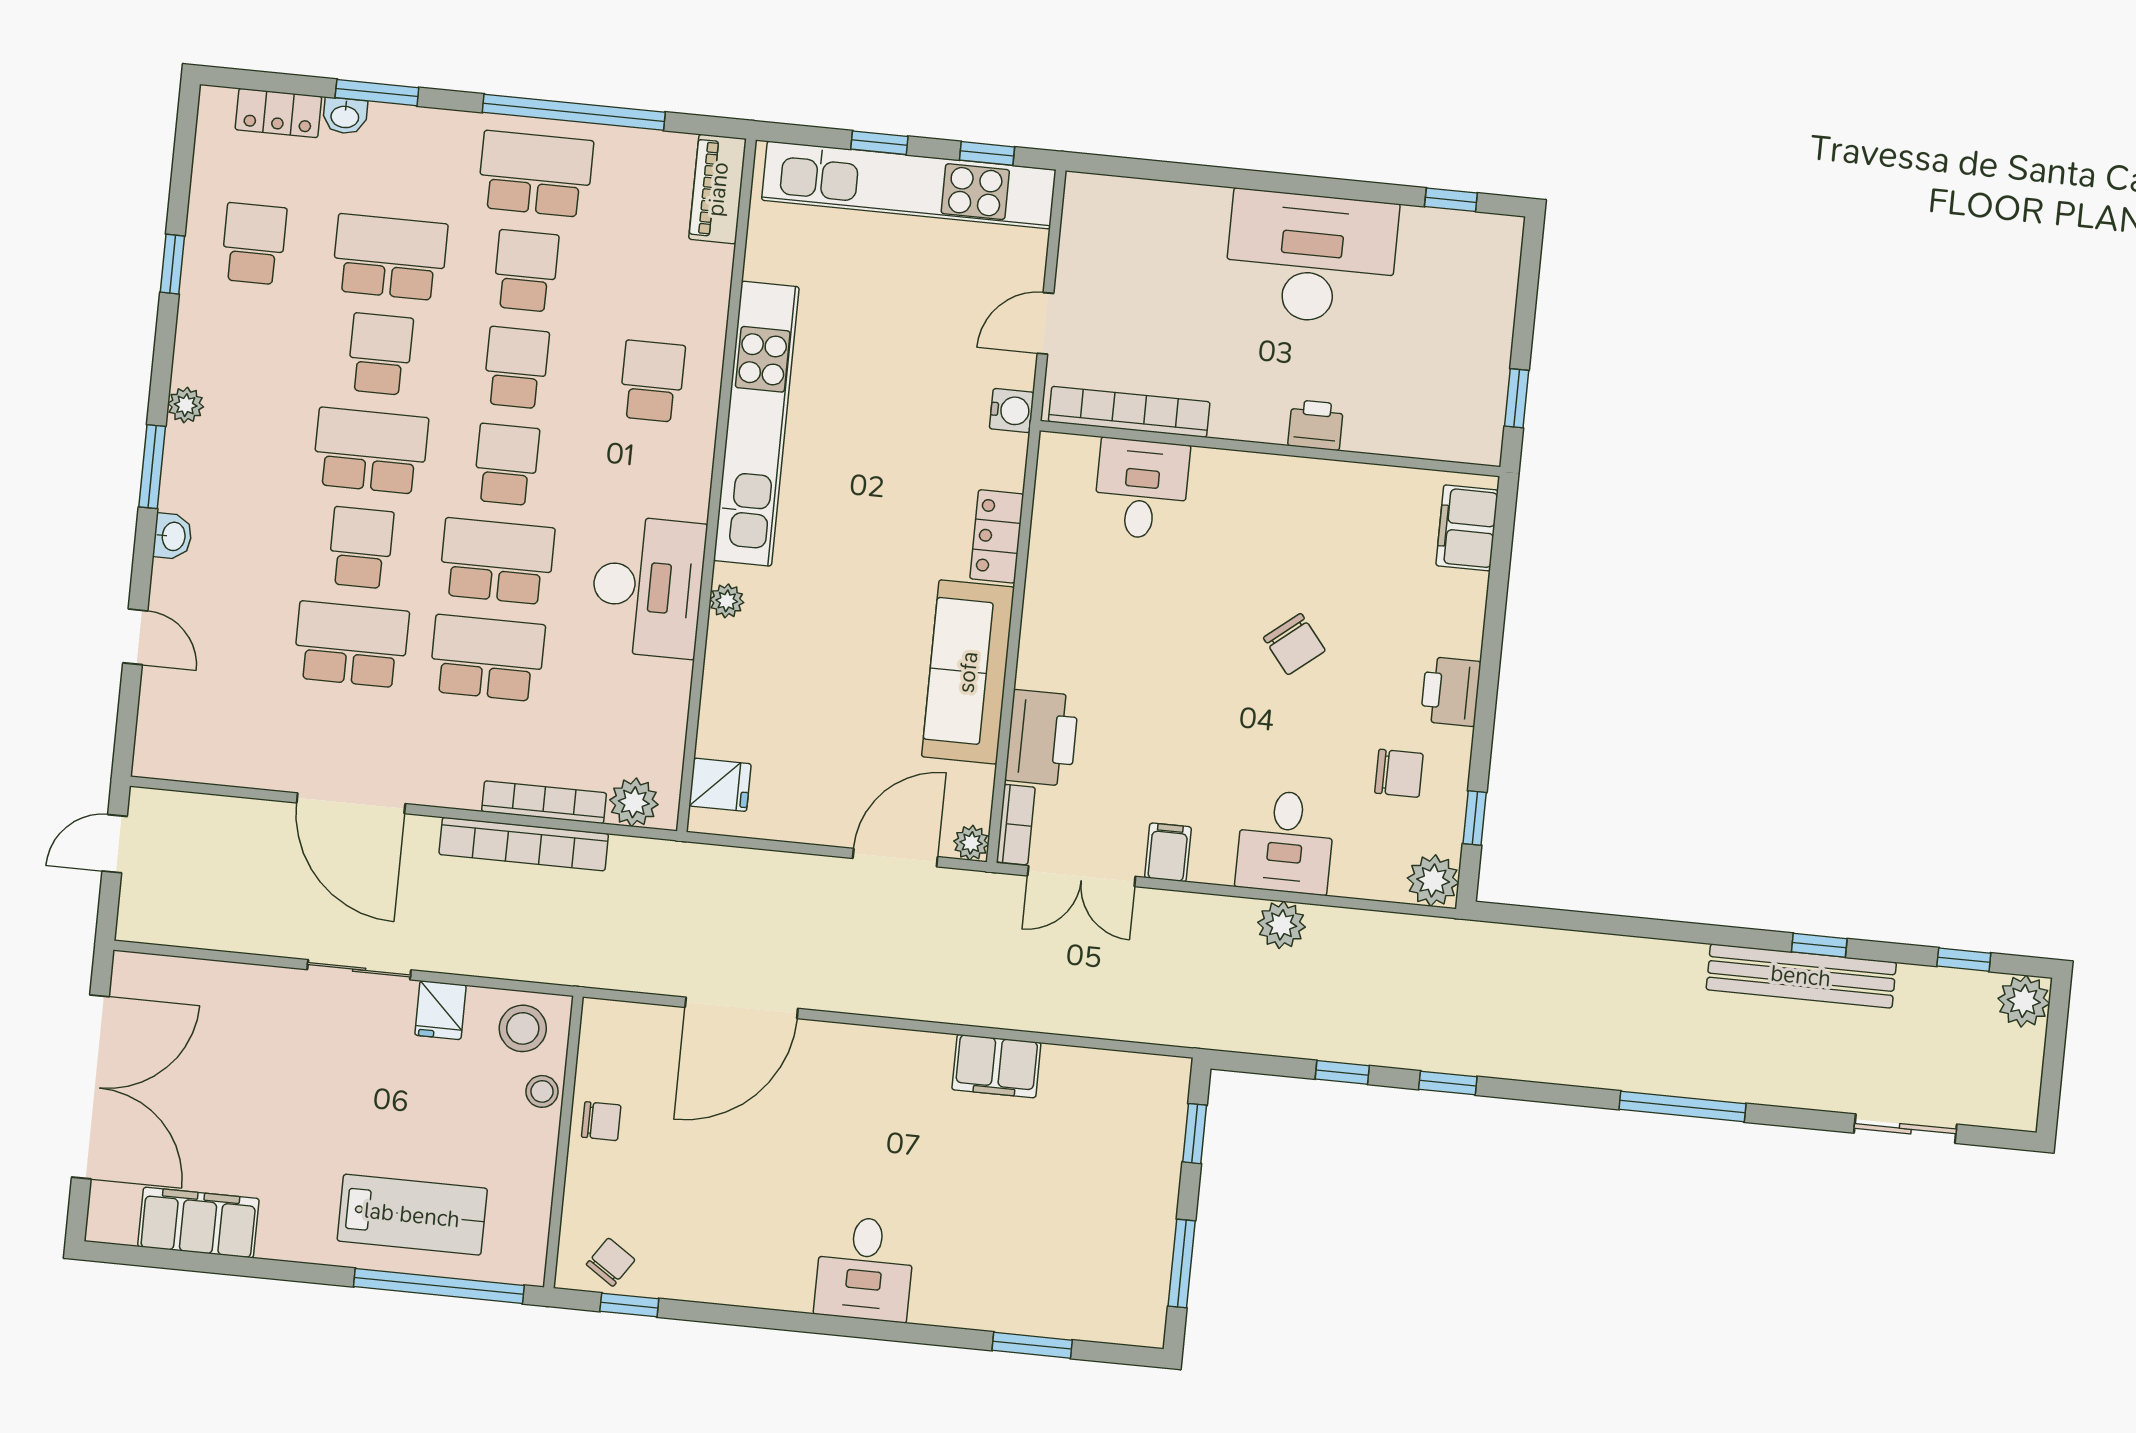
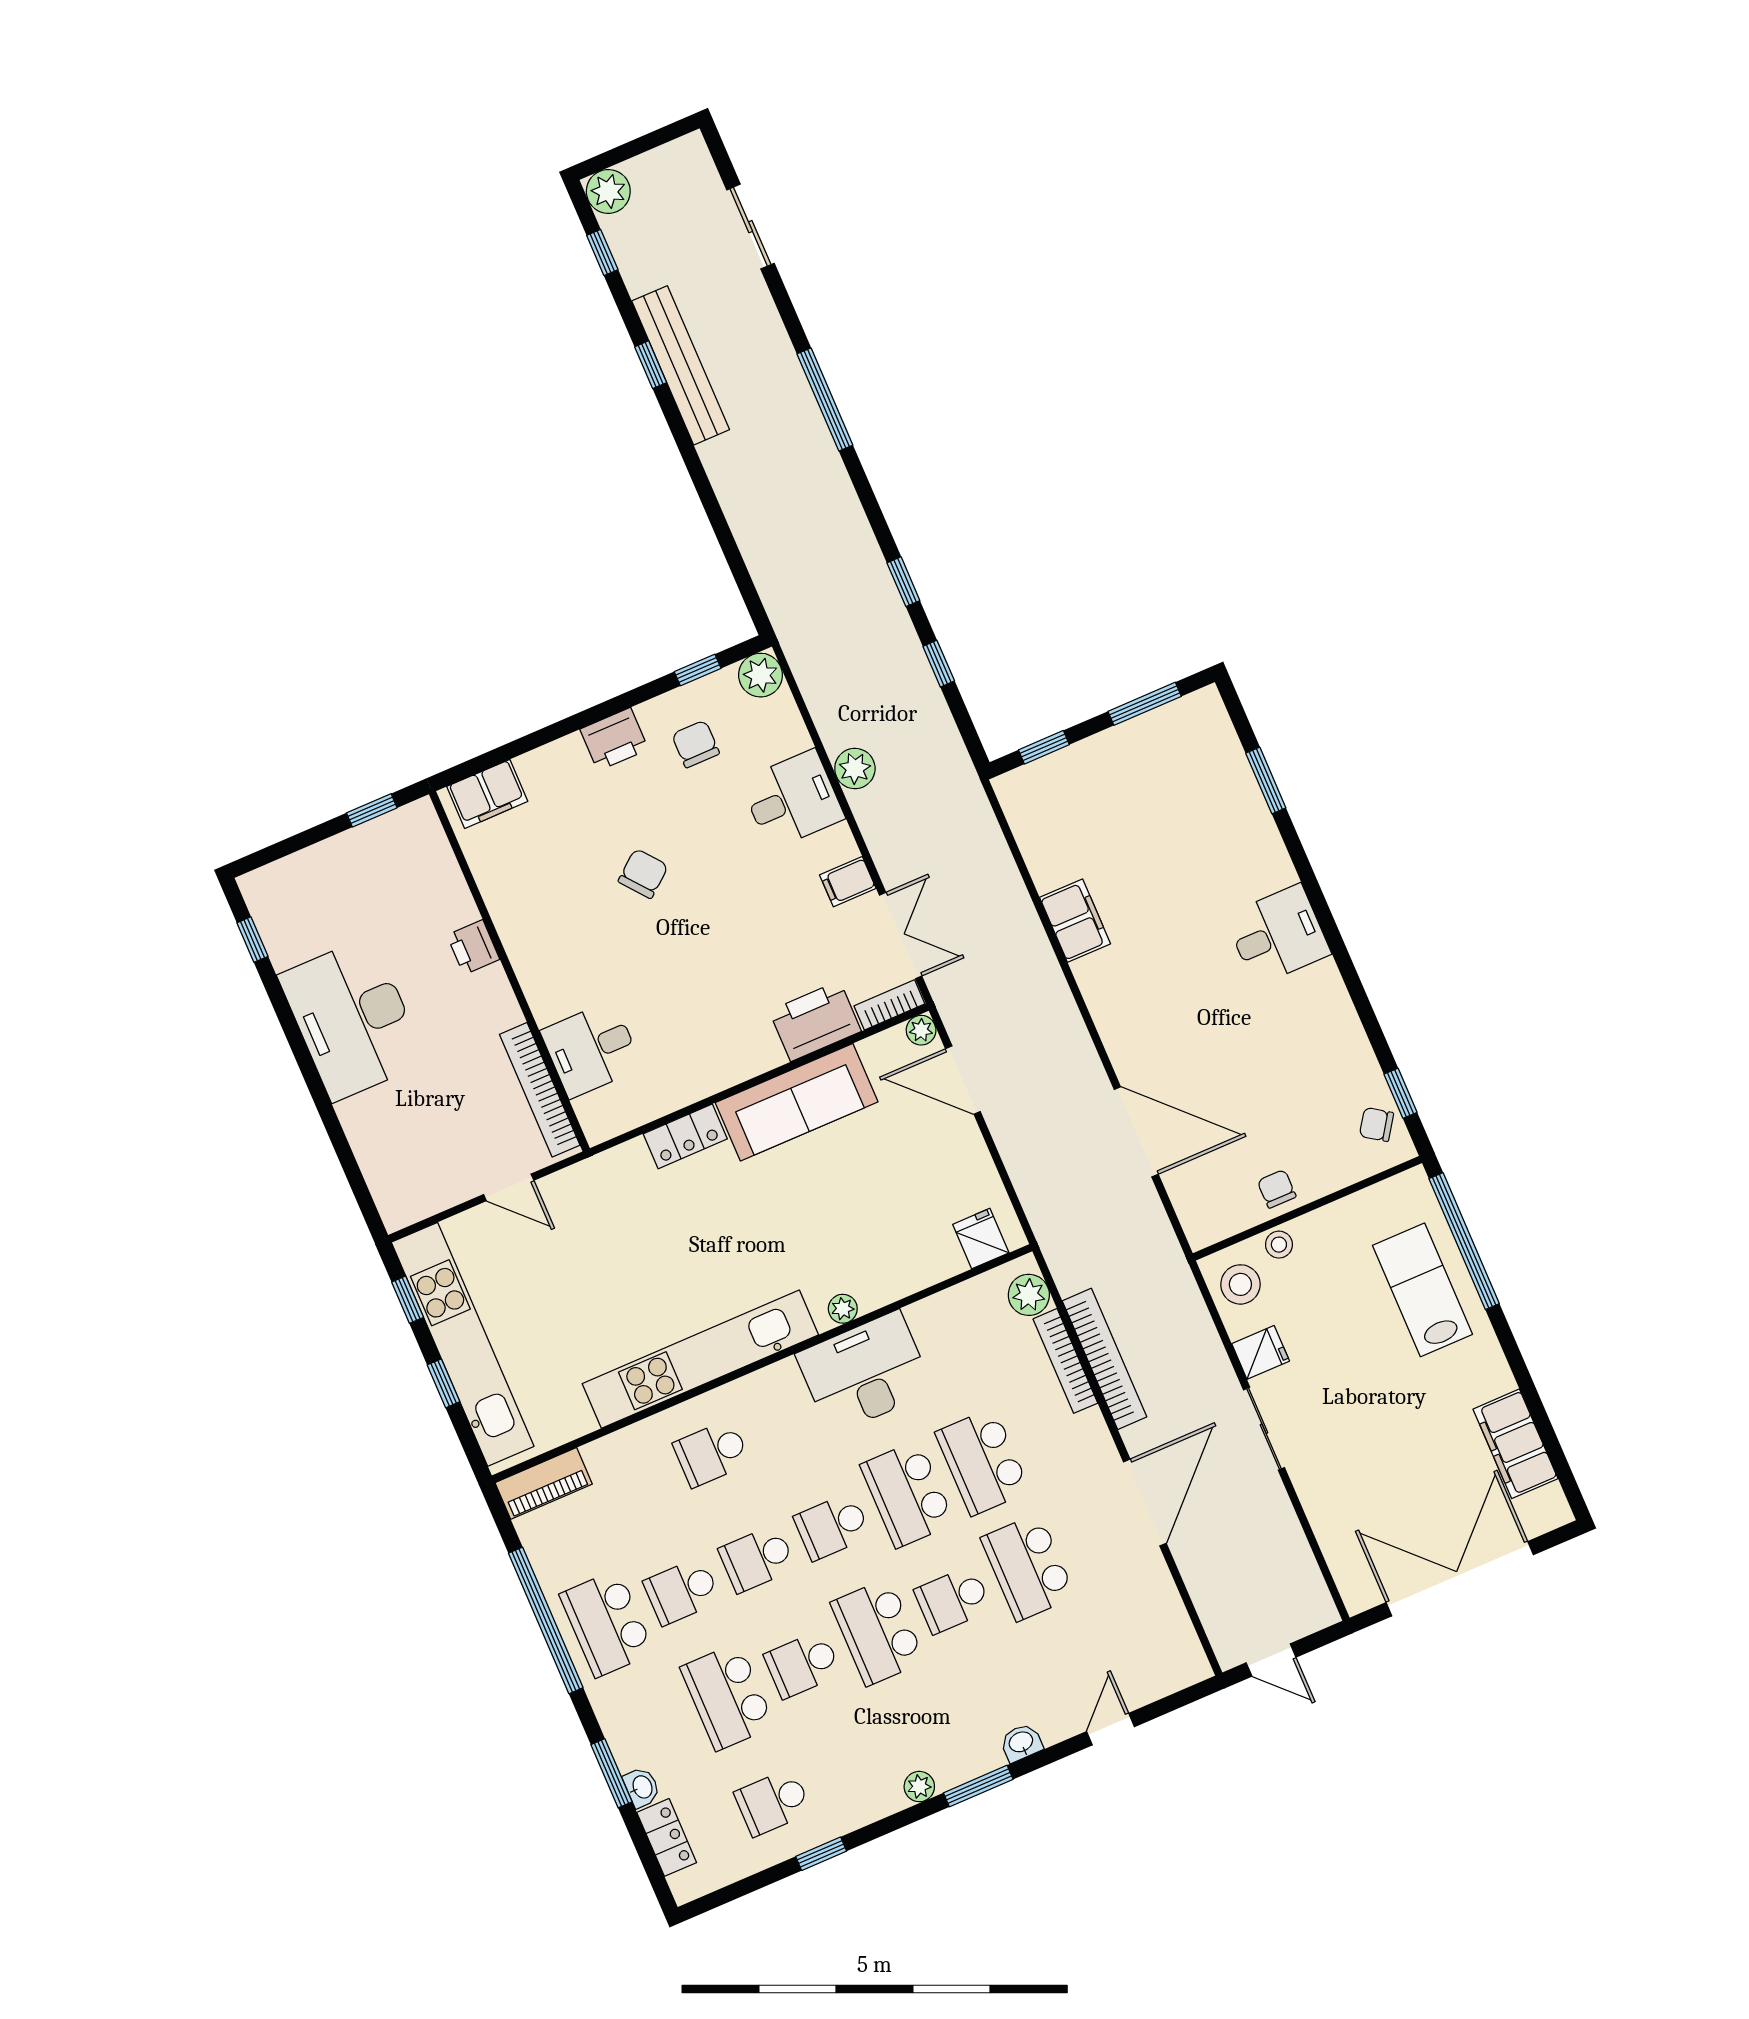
water cooler: (1012, 411) -> (587, 1177), removed

